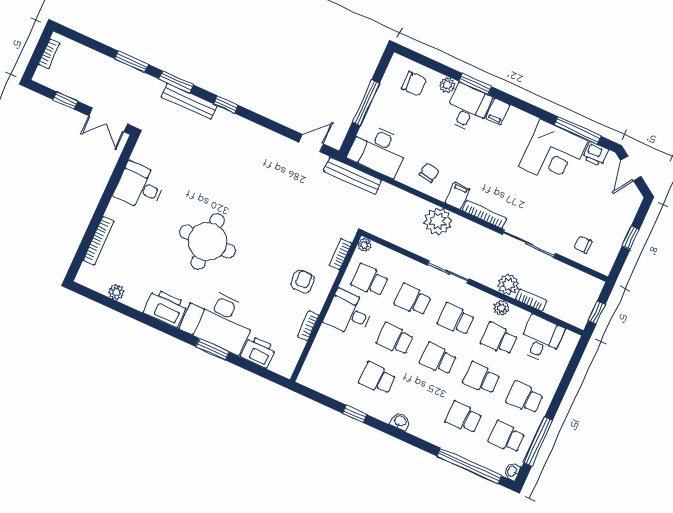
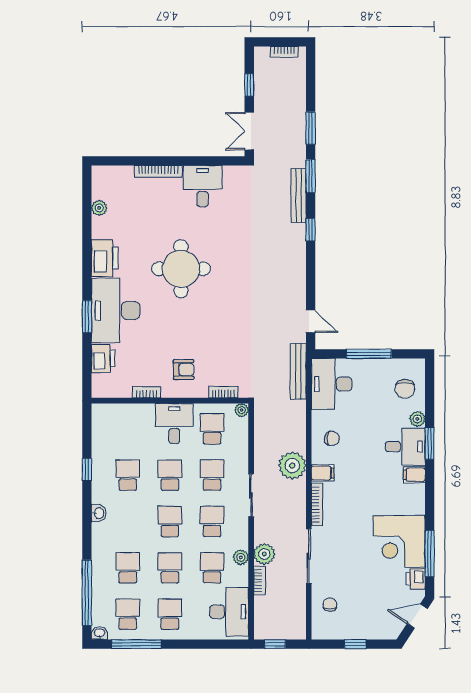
bookcase: (99, 241) -> (158, 171), moved
desk: (541, 339) -> (229, 612), width x1.37

